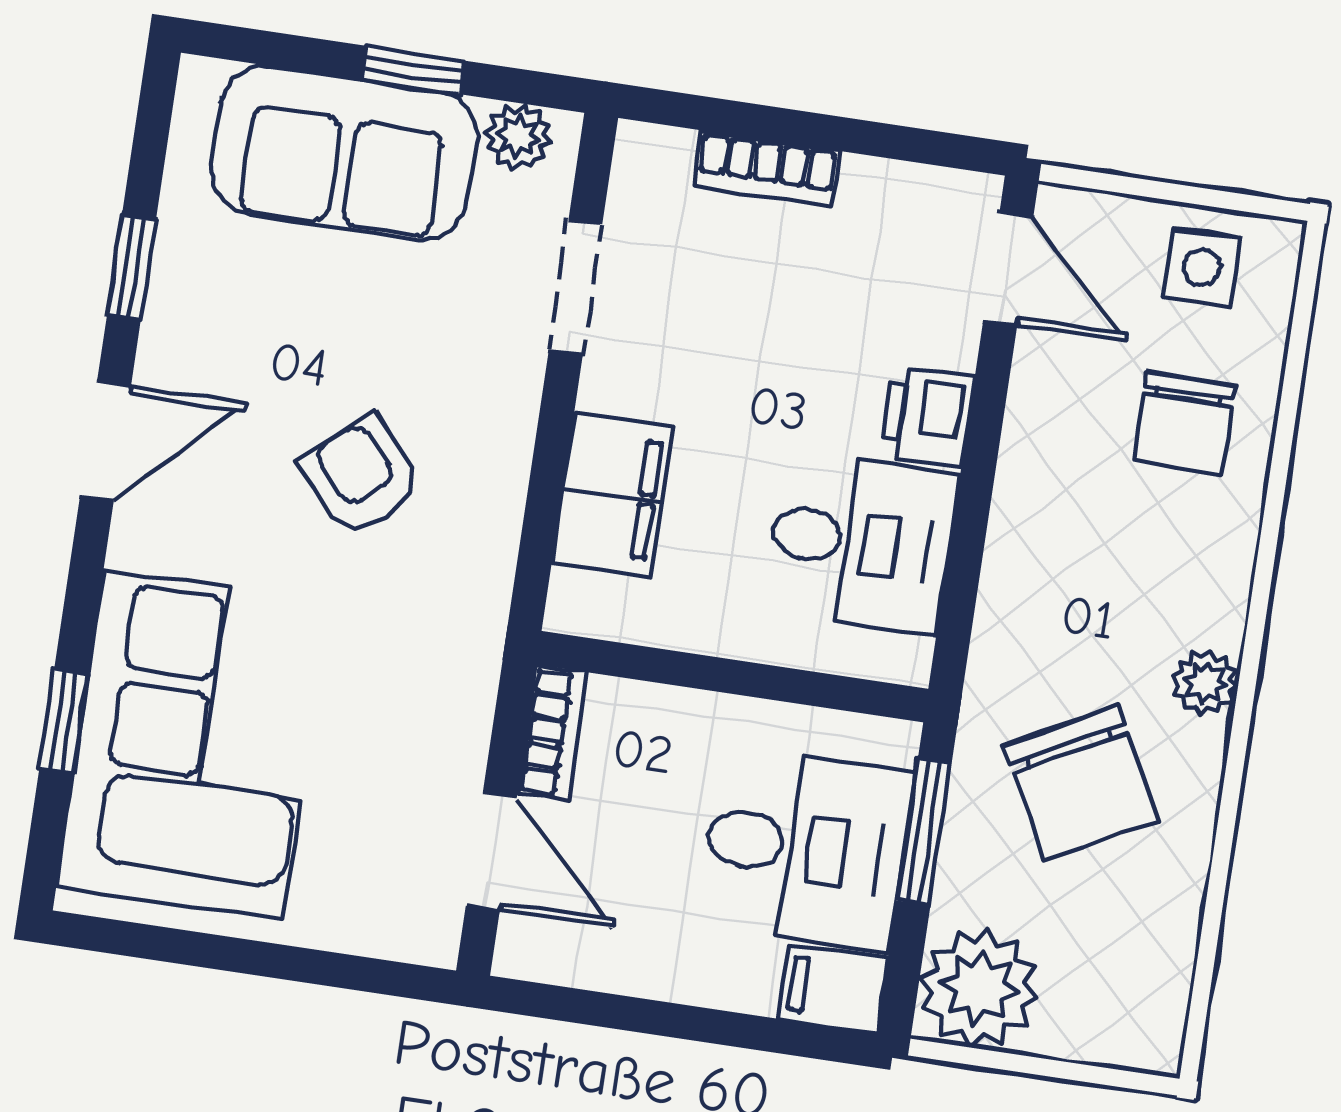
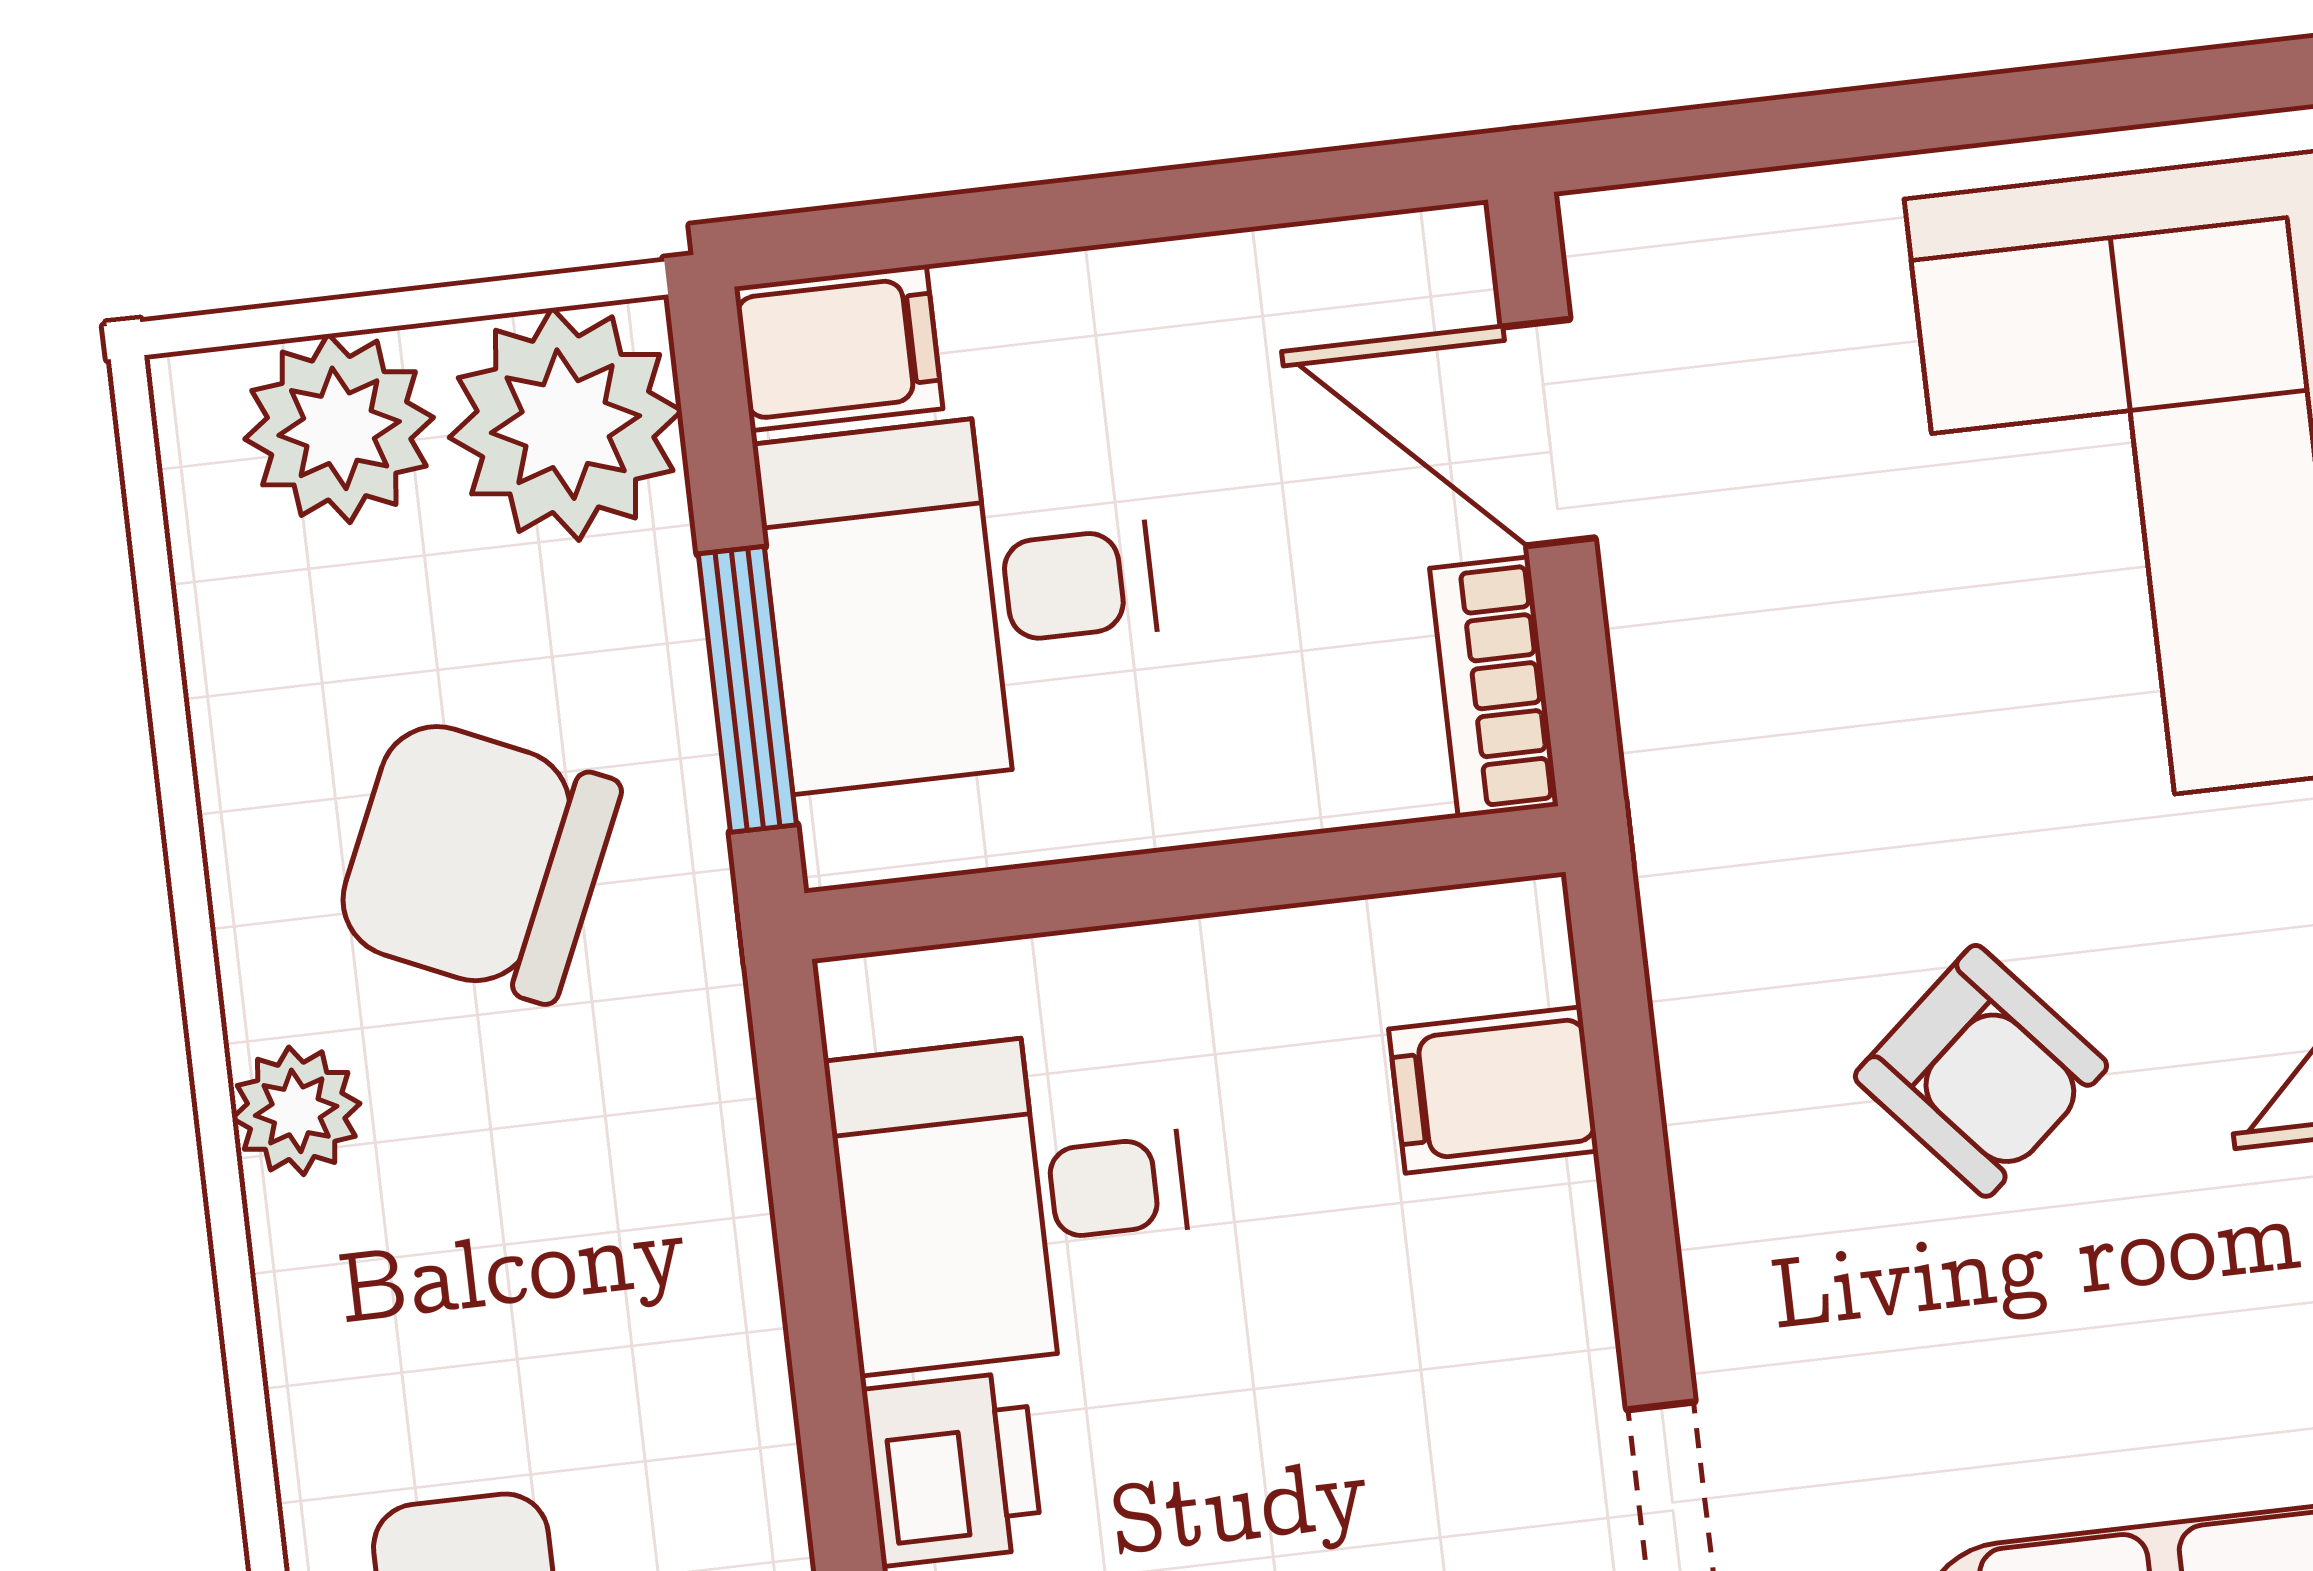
filing cabinet: (612, 495) -> (1493, 1090), width x0.50
chair: (1082, 783) -> (477, 860), turned -38
plant: (1092, 1016) -> (339, 428), added

